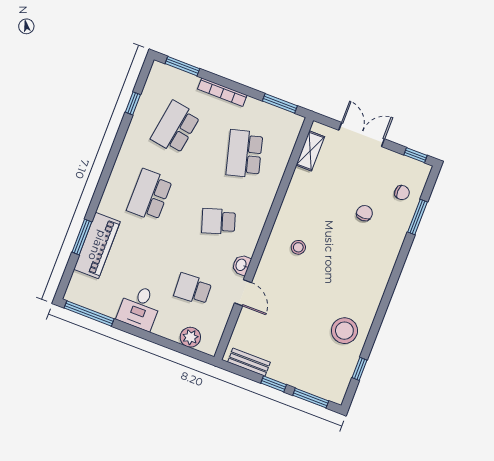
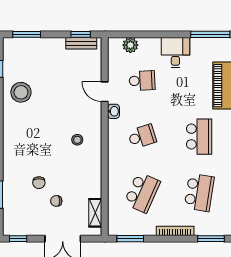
school desk: (244, 154) -> (142, 192), turned 39
chair: (402, 193) -> (56, 201), moved
window: (274, 384) -> (81, 34), moved

